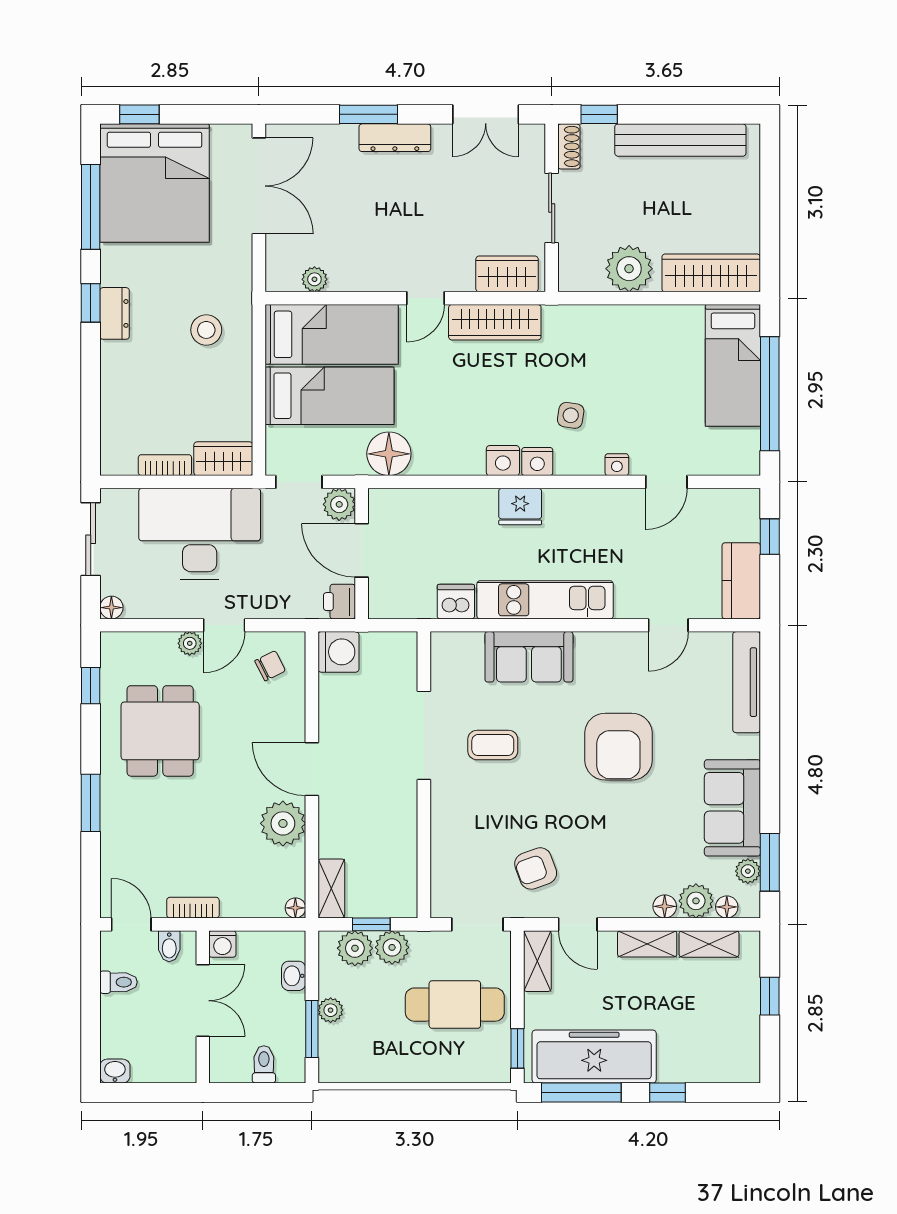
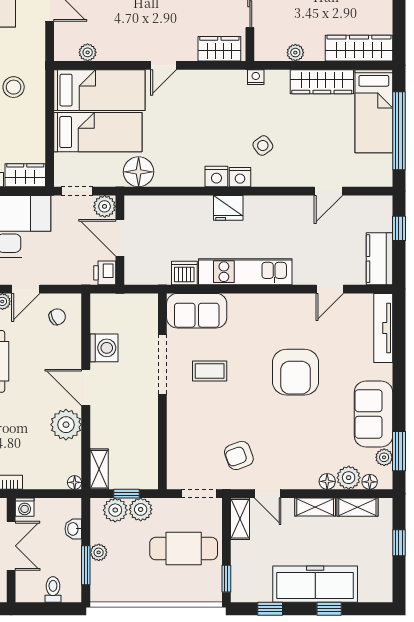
plant: (629, 269) -> (295, 53), width x0.53, depth x0.53
wardrobe: (495, 322) -> (322, 82), moved
side table: (571, 415) -> (263, 145), turned 45
nightstand: (617, 465) -> (256, 77), moved, turned 180
washing machine: (338, 652) -> (104, 348), moved
sofa: (529, 657) -> (197, 311), moved
freezer: (594, 1057) -> (315, 584), moved
window: (581, 1092) -> (270, 609), width x0.46

